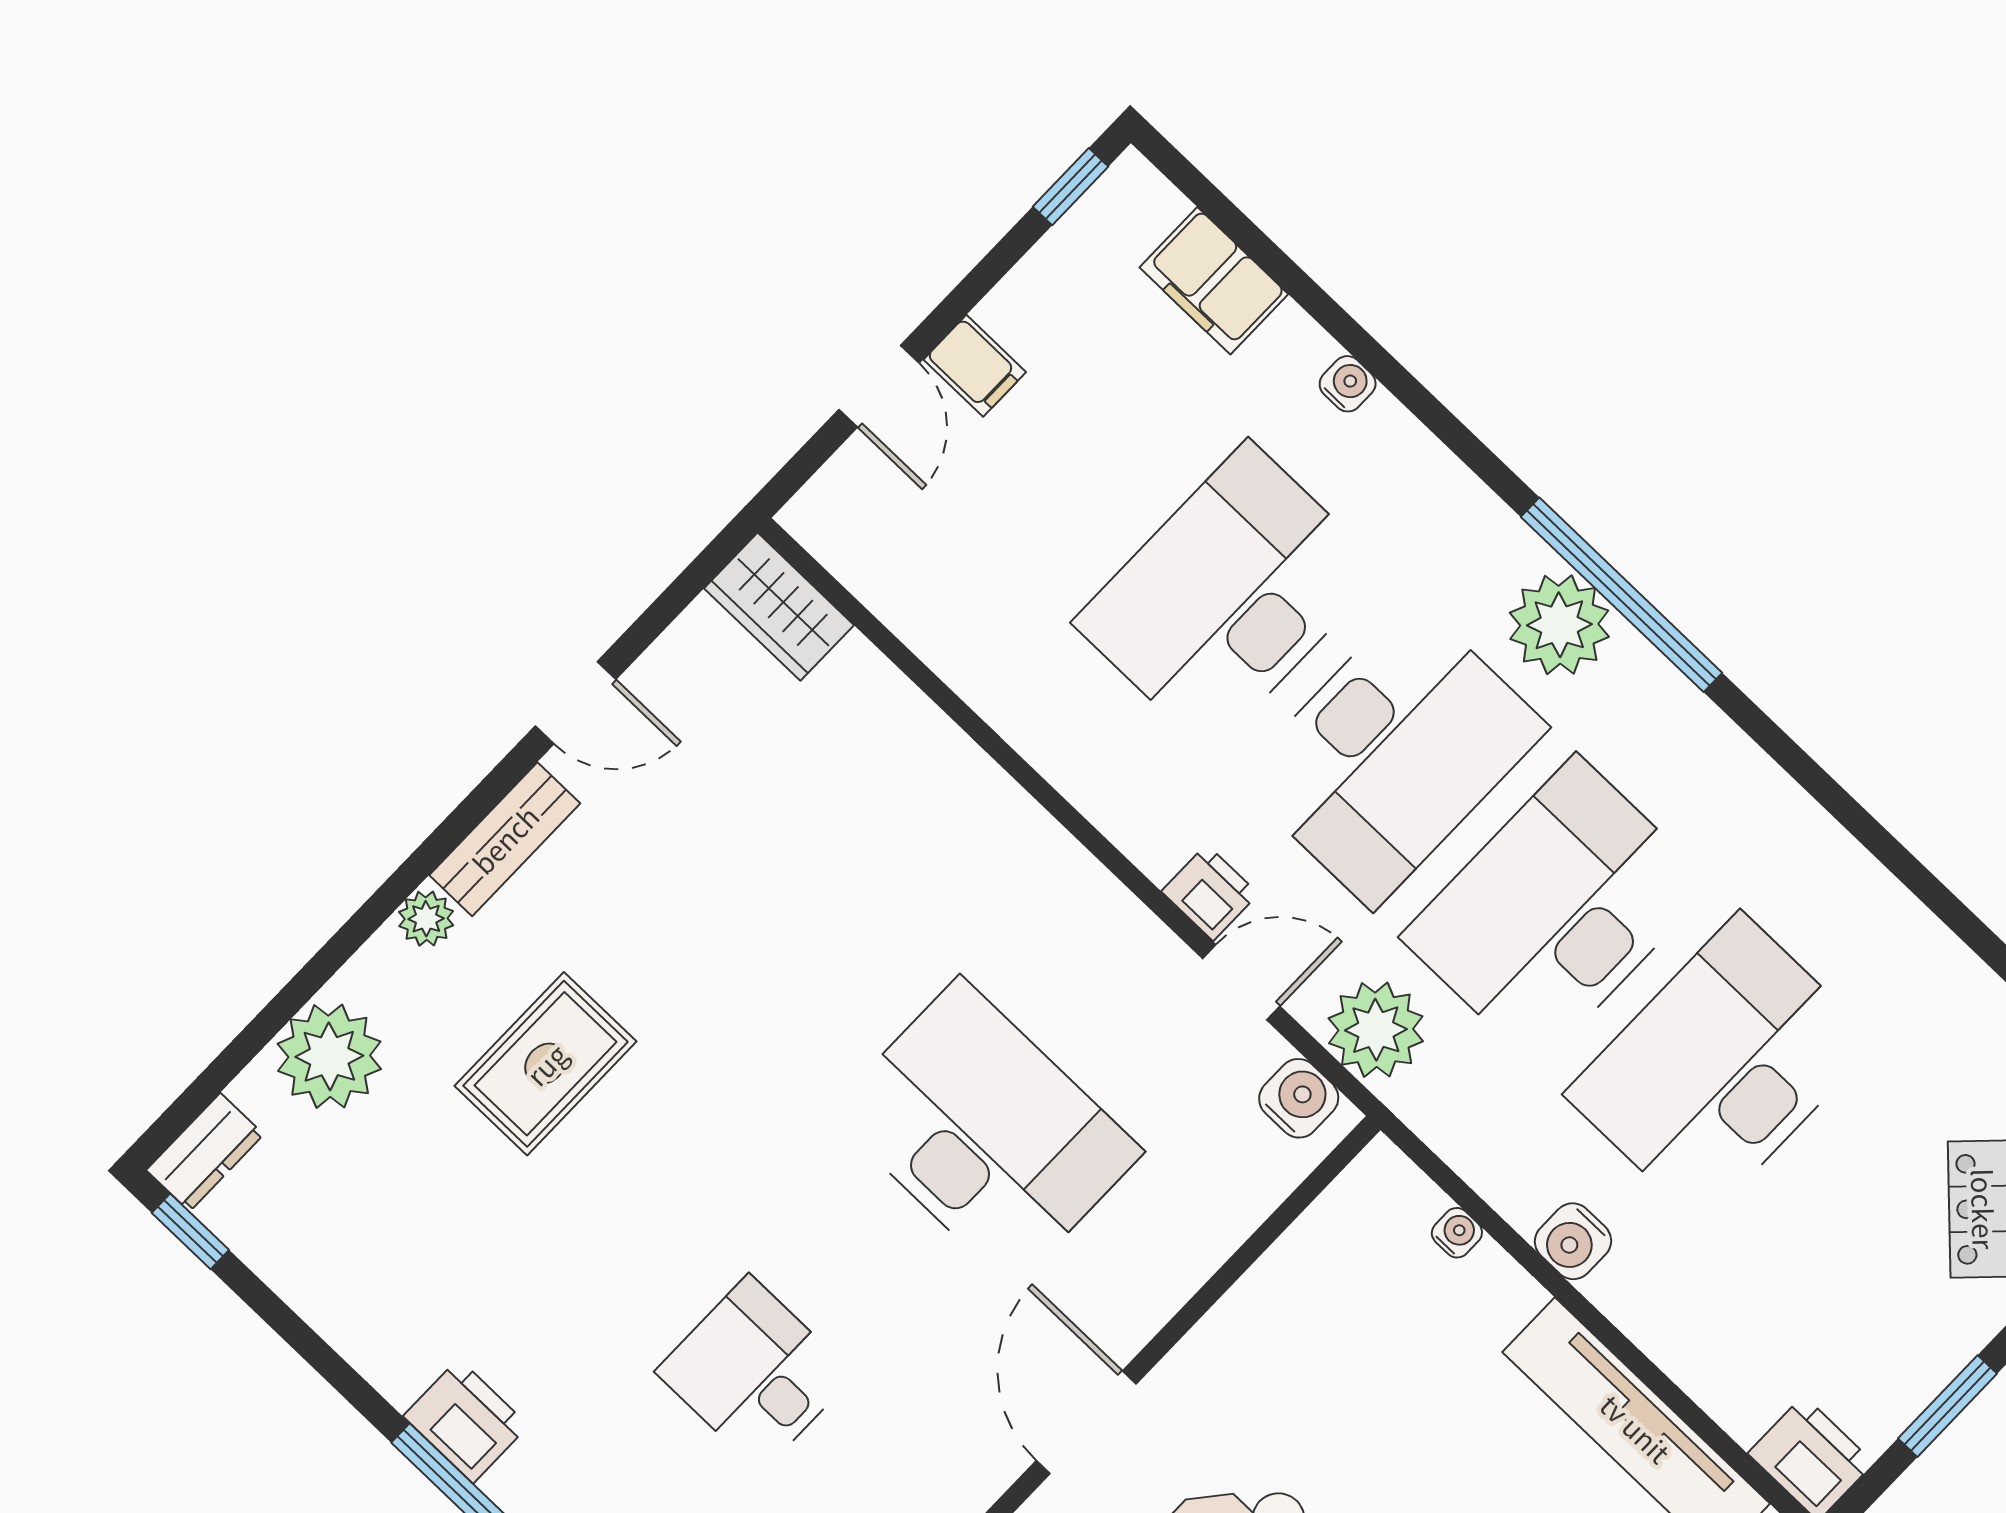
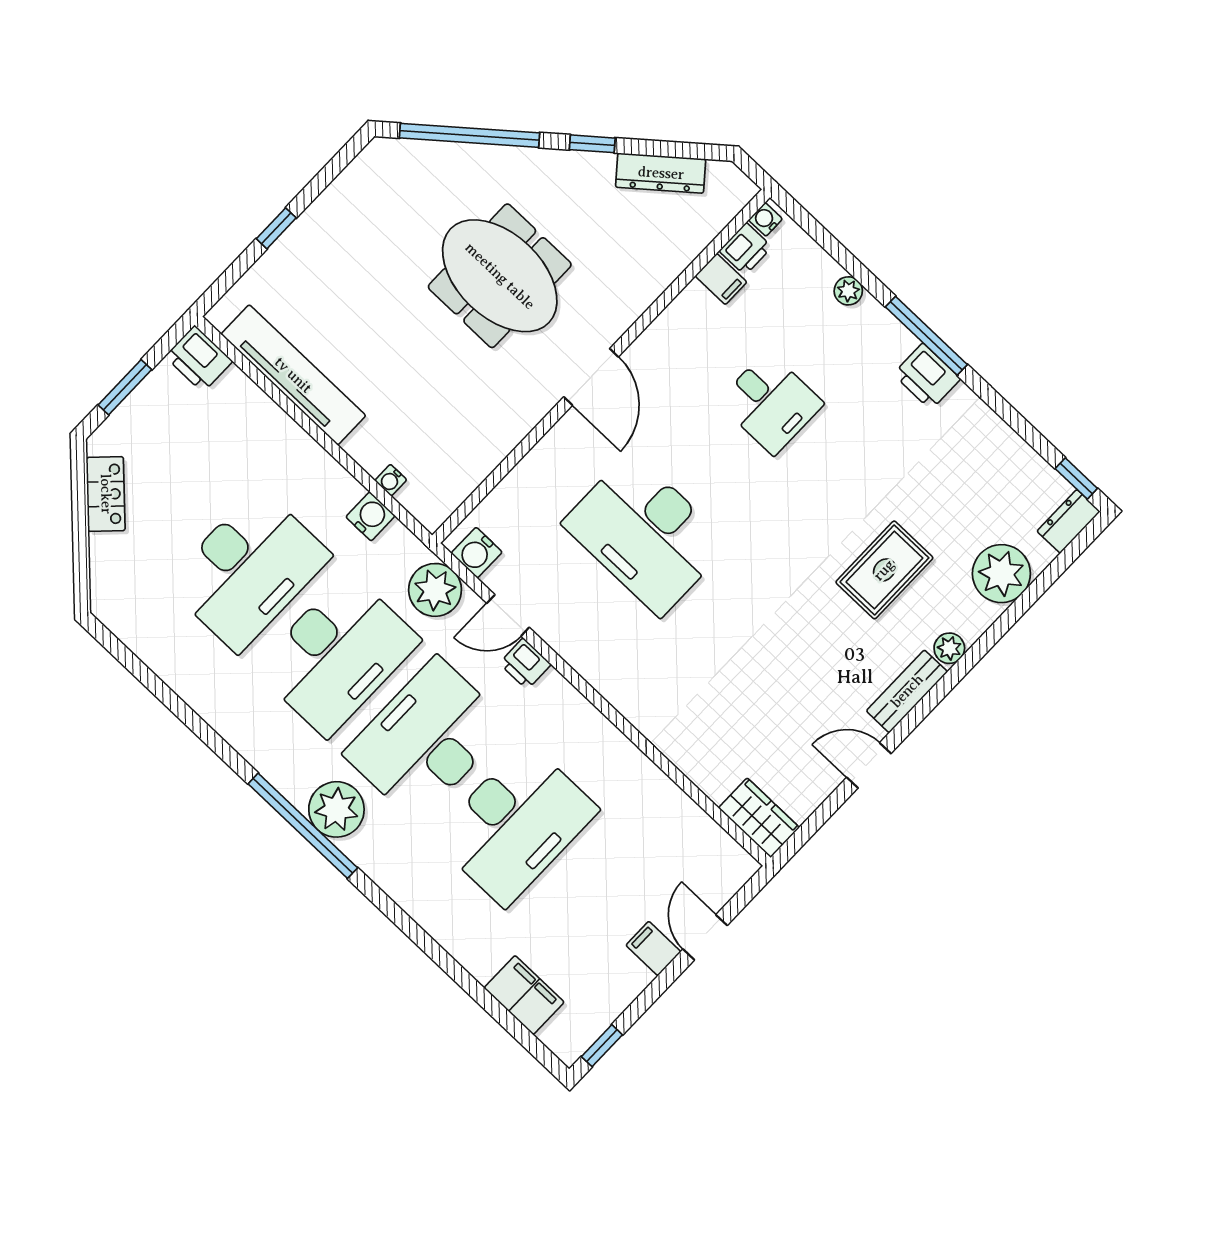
water cooler: (1348, 384) -> (452, 939), removed
water cooler: (1573, 1241) -> (370, 516), moved

